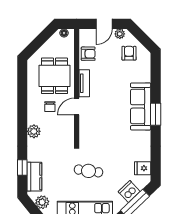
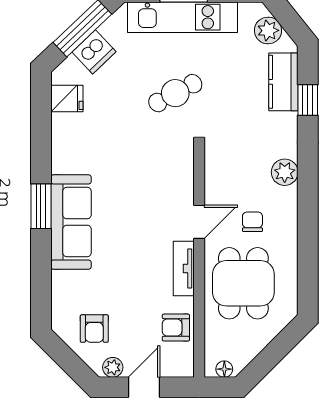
cafe table: (89, 171) -> (175, 93), turned -36

